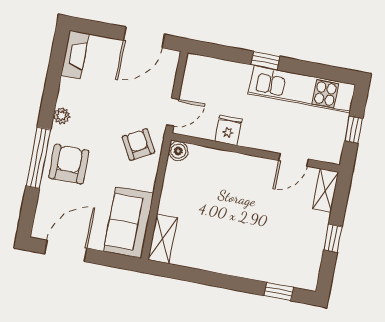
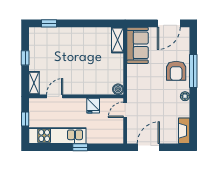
armchair: (138, 145) -> (140, 89), removed

